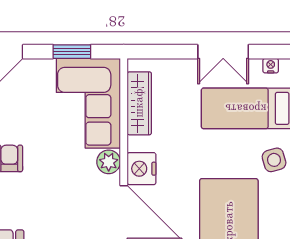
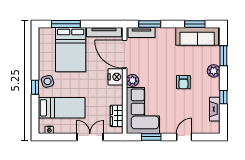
double door: (223, 52) -> (90, 137), moved
wardrobe: (139, 103) -> (117, 116), width x0.67

